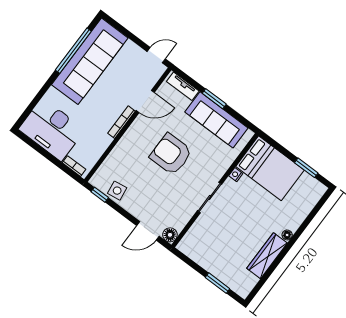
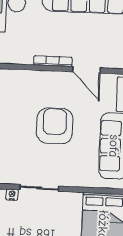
nightstand: (236, 175) -> (12, 195), moved

